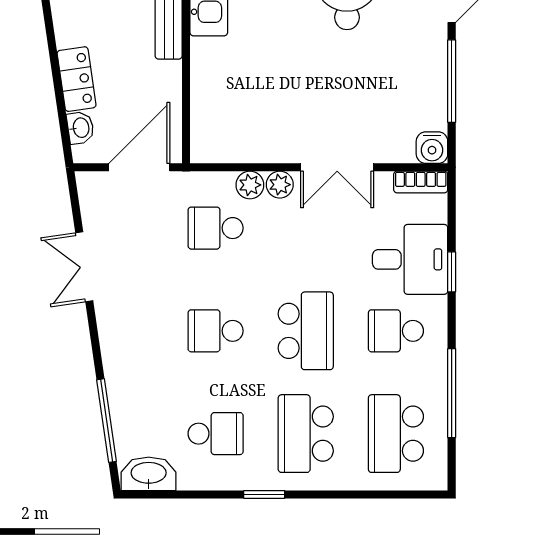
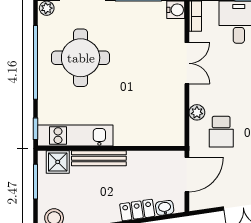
door: (139, 167) -> (187, 175), swing flipped
plant: (280, 185) -> (197, 96), removed

